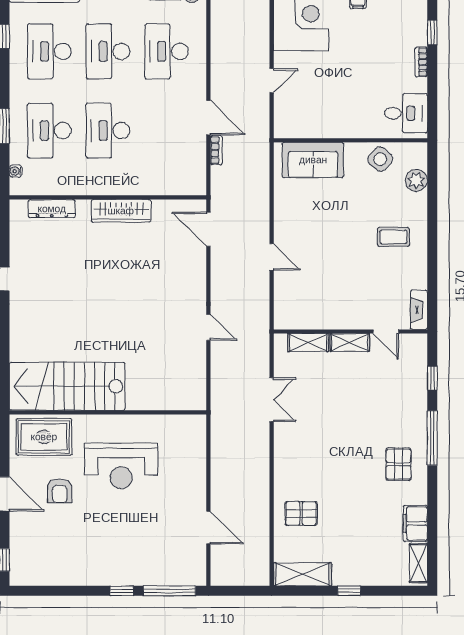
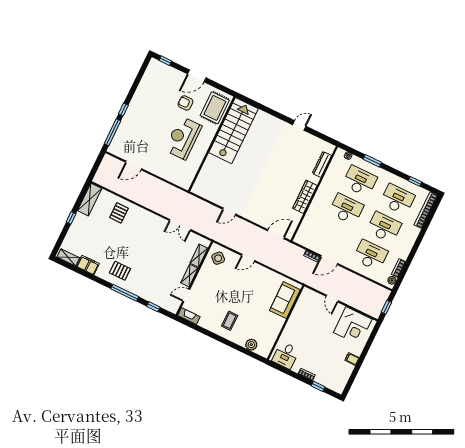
side table: (380, 159) -> (218, 258), moved

